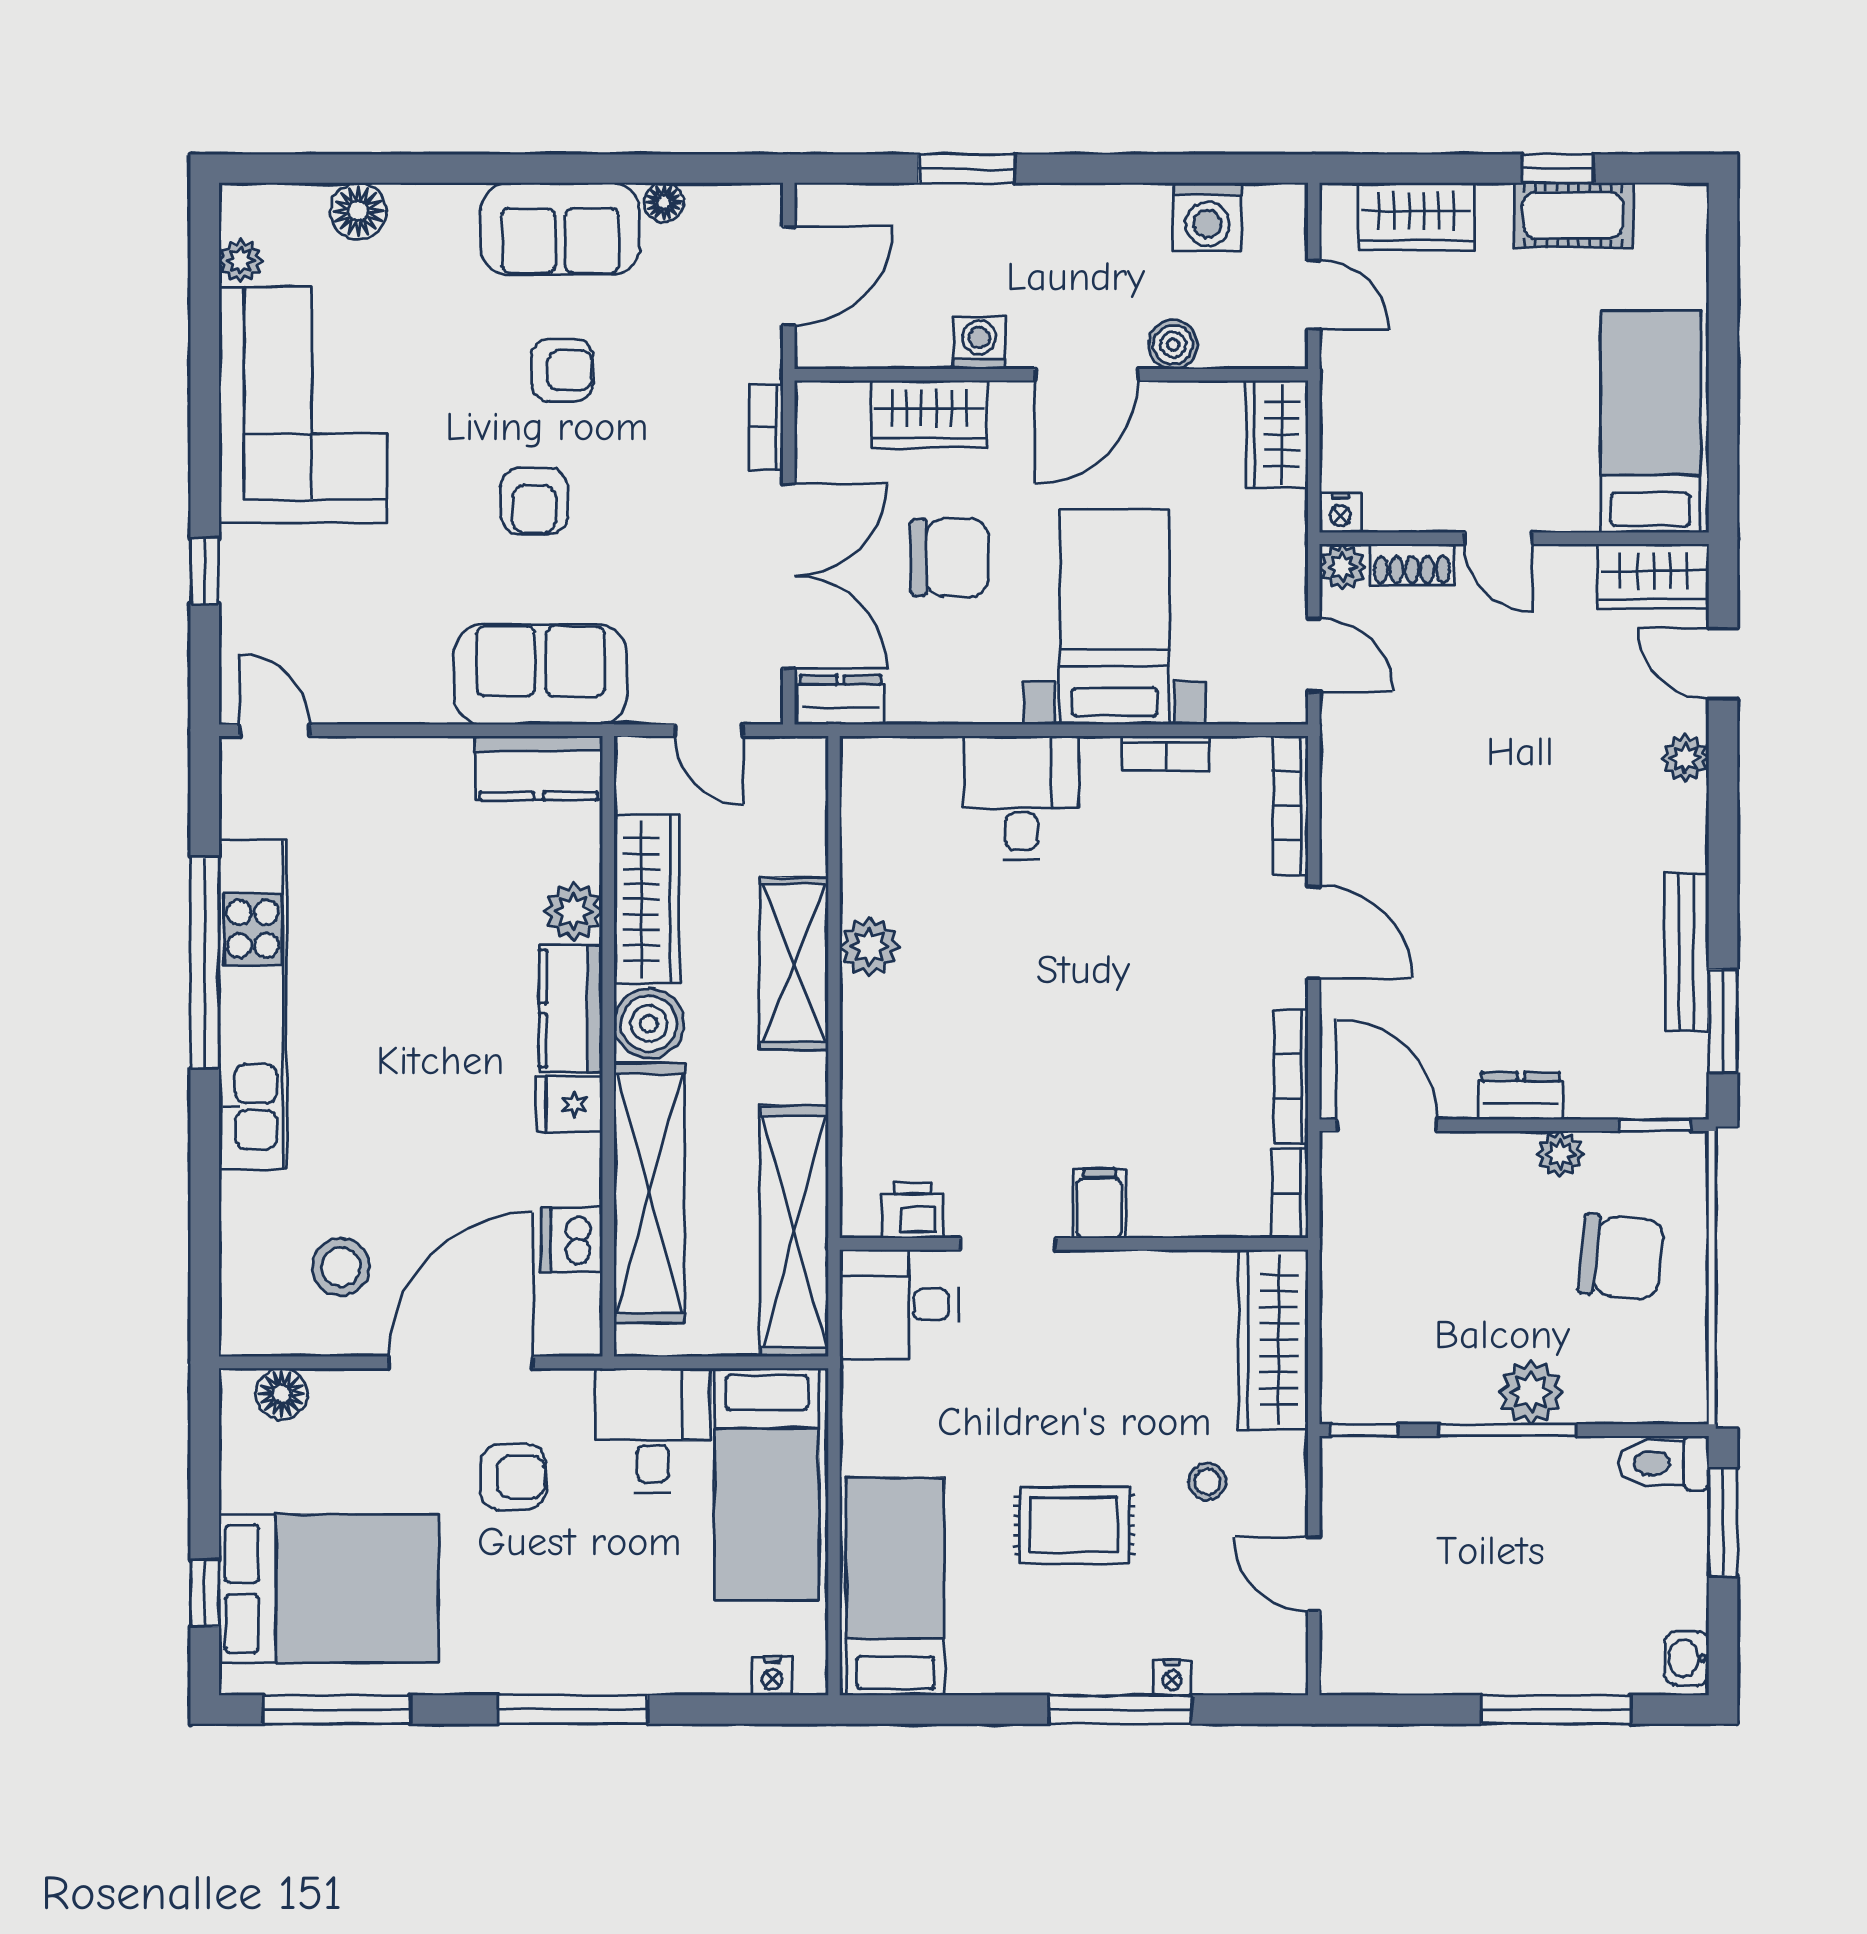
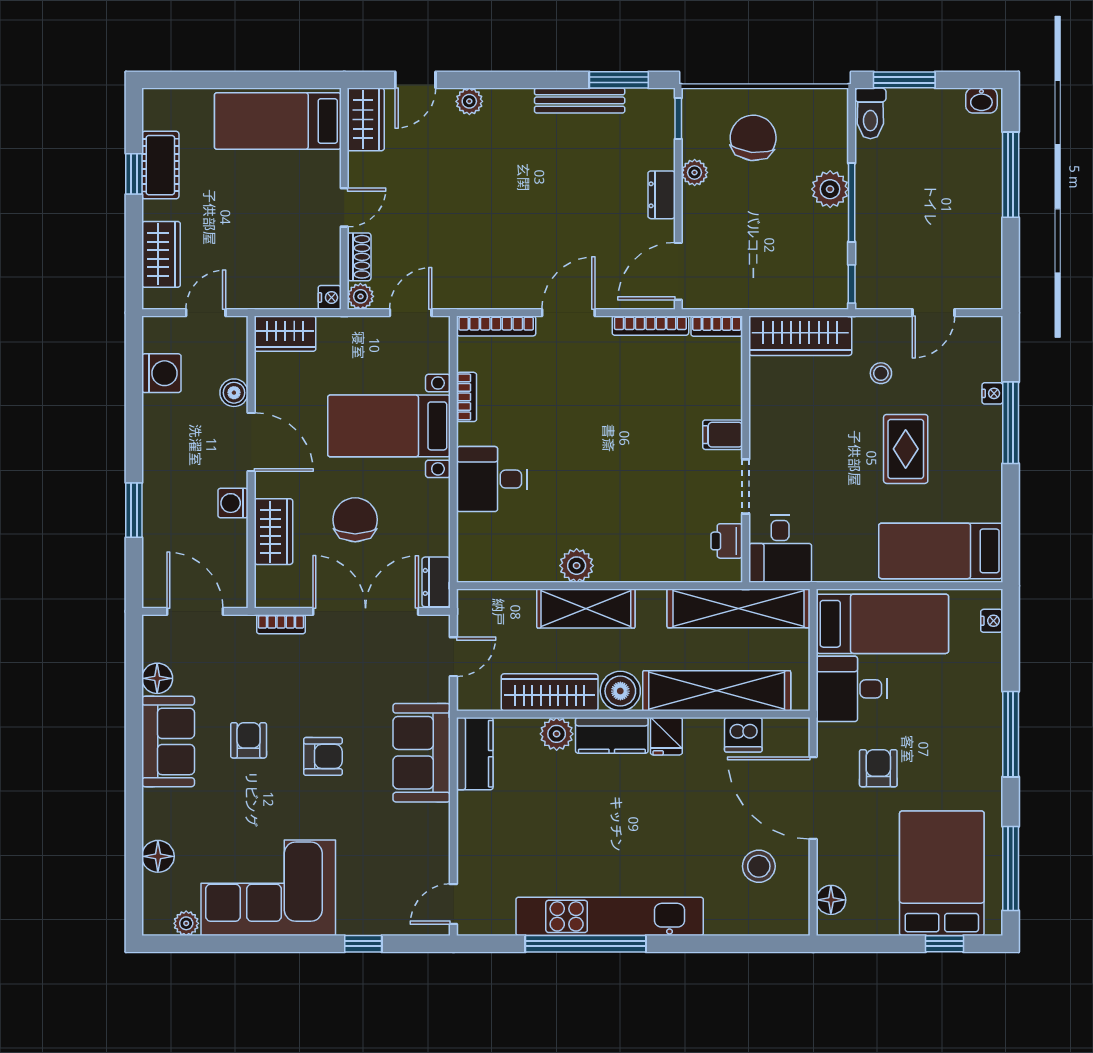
floor lamp: (664, 202) -> (157, 678), width x1.37, depth x1.37

